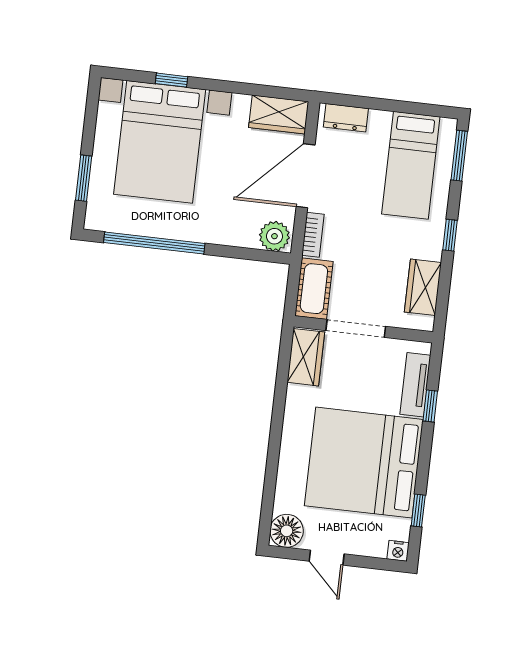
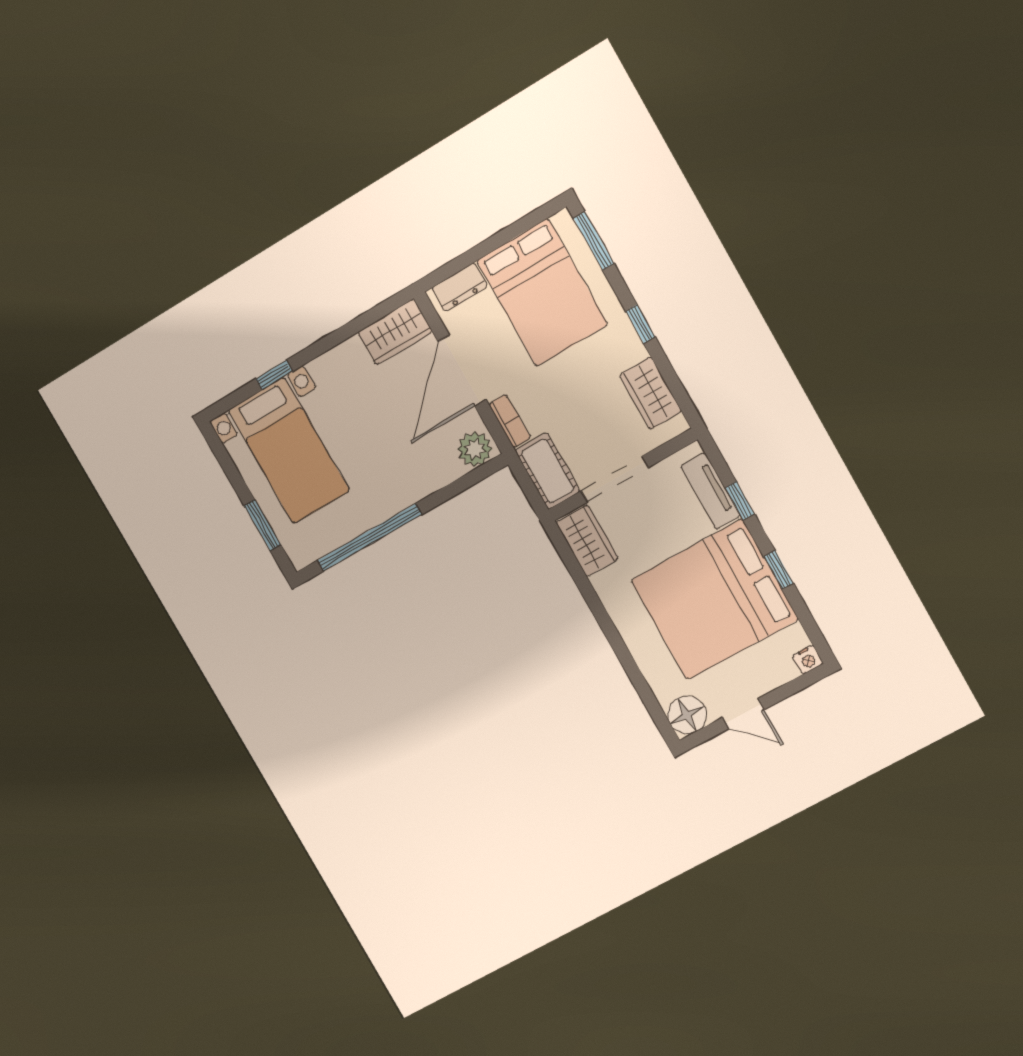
bed with nightstands: (160, 142) -> (289, 451), width x0.73
bed: (411, 165) -> (542, 293), width x1.50
window: (418, 511) -> (778, 570), moved

